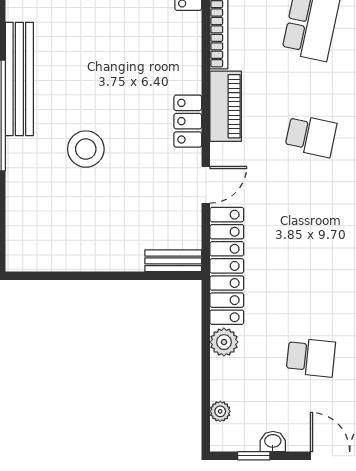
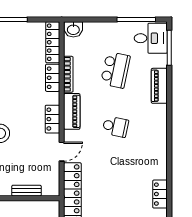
locker: (188, 41) -> (53, 78), added
bench: (173, 261) -> (26, 191), moved

